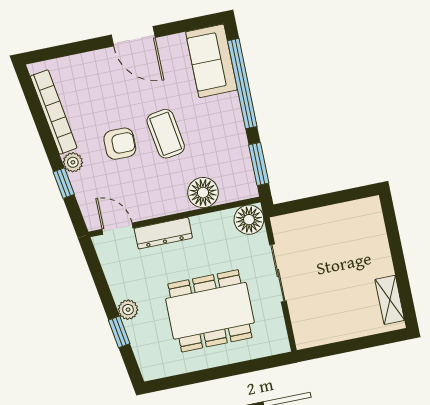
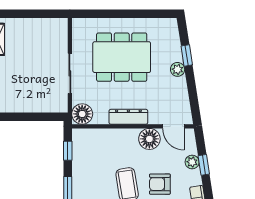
plant: (73, 162) -> (192, 162), moved
window: (259, 164) -> (68, 151), width x0.67
floor lamp: (203, 193) -> (149, 139), moved
dresser: (163, 233) -> (128, 117), moved

